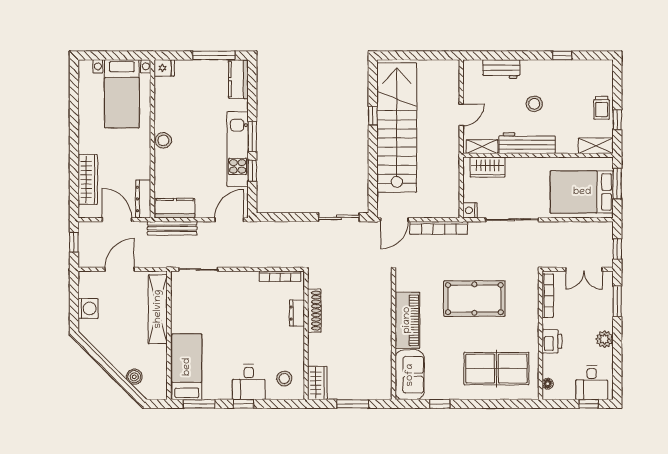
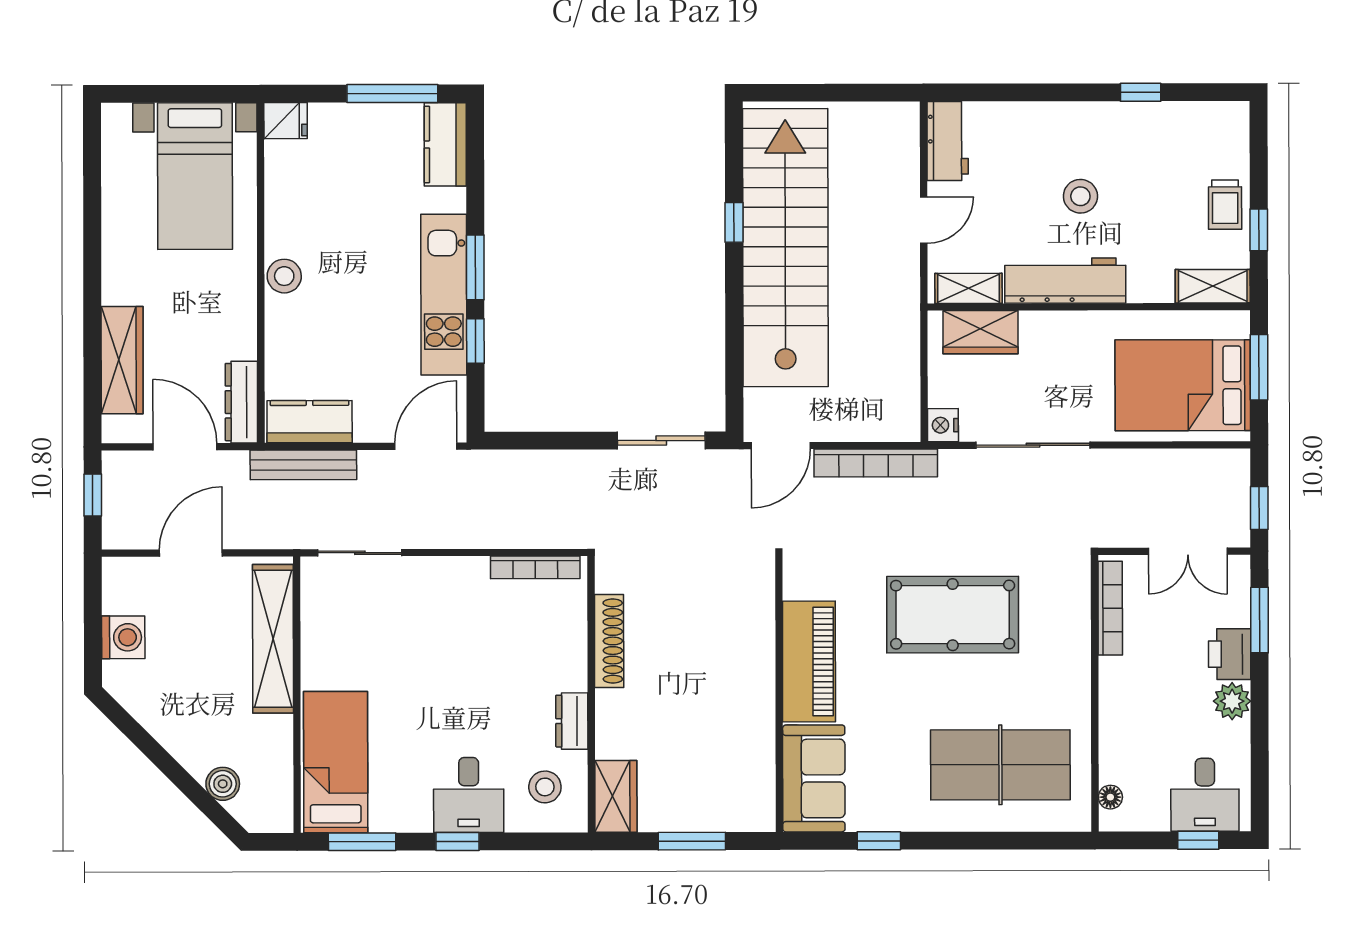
workbench: (501, 69) -> (948, 141), moved, turned -90
dresser: (297, 313) -> (572, 721), moved
printer: (552, 341) -> (1230, 654), moved, turned 180

